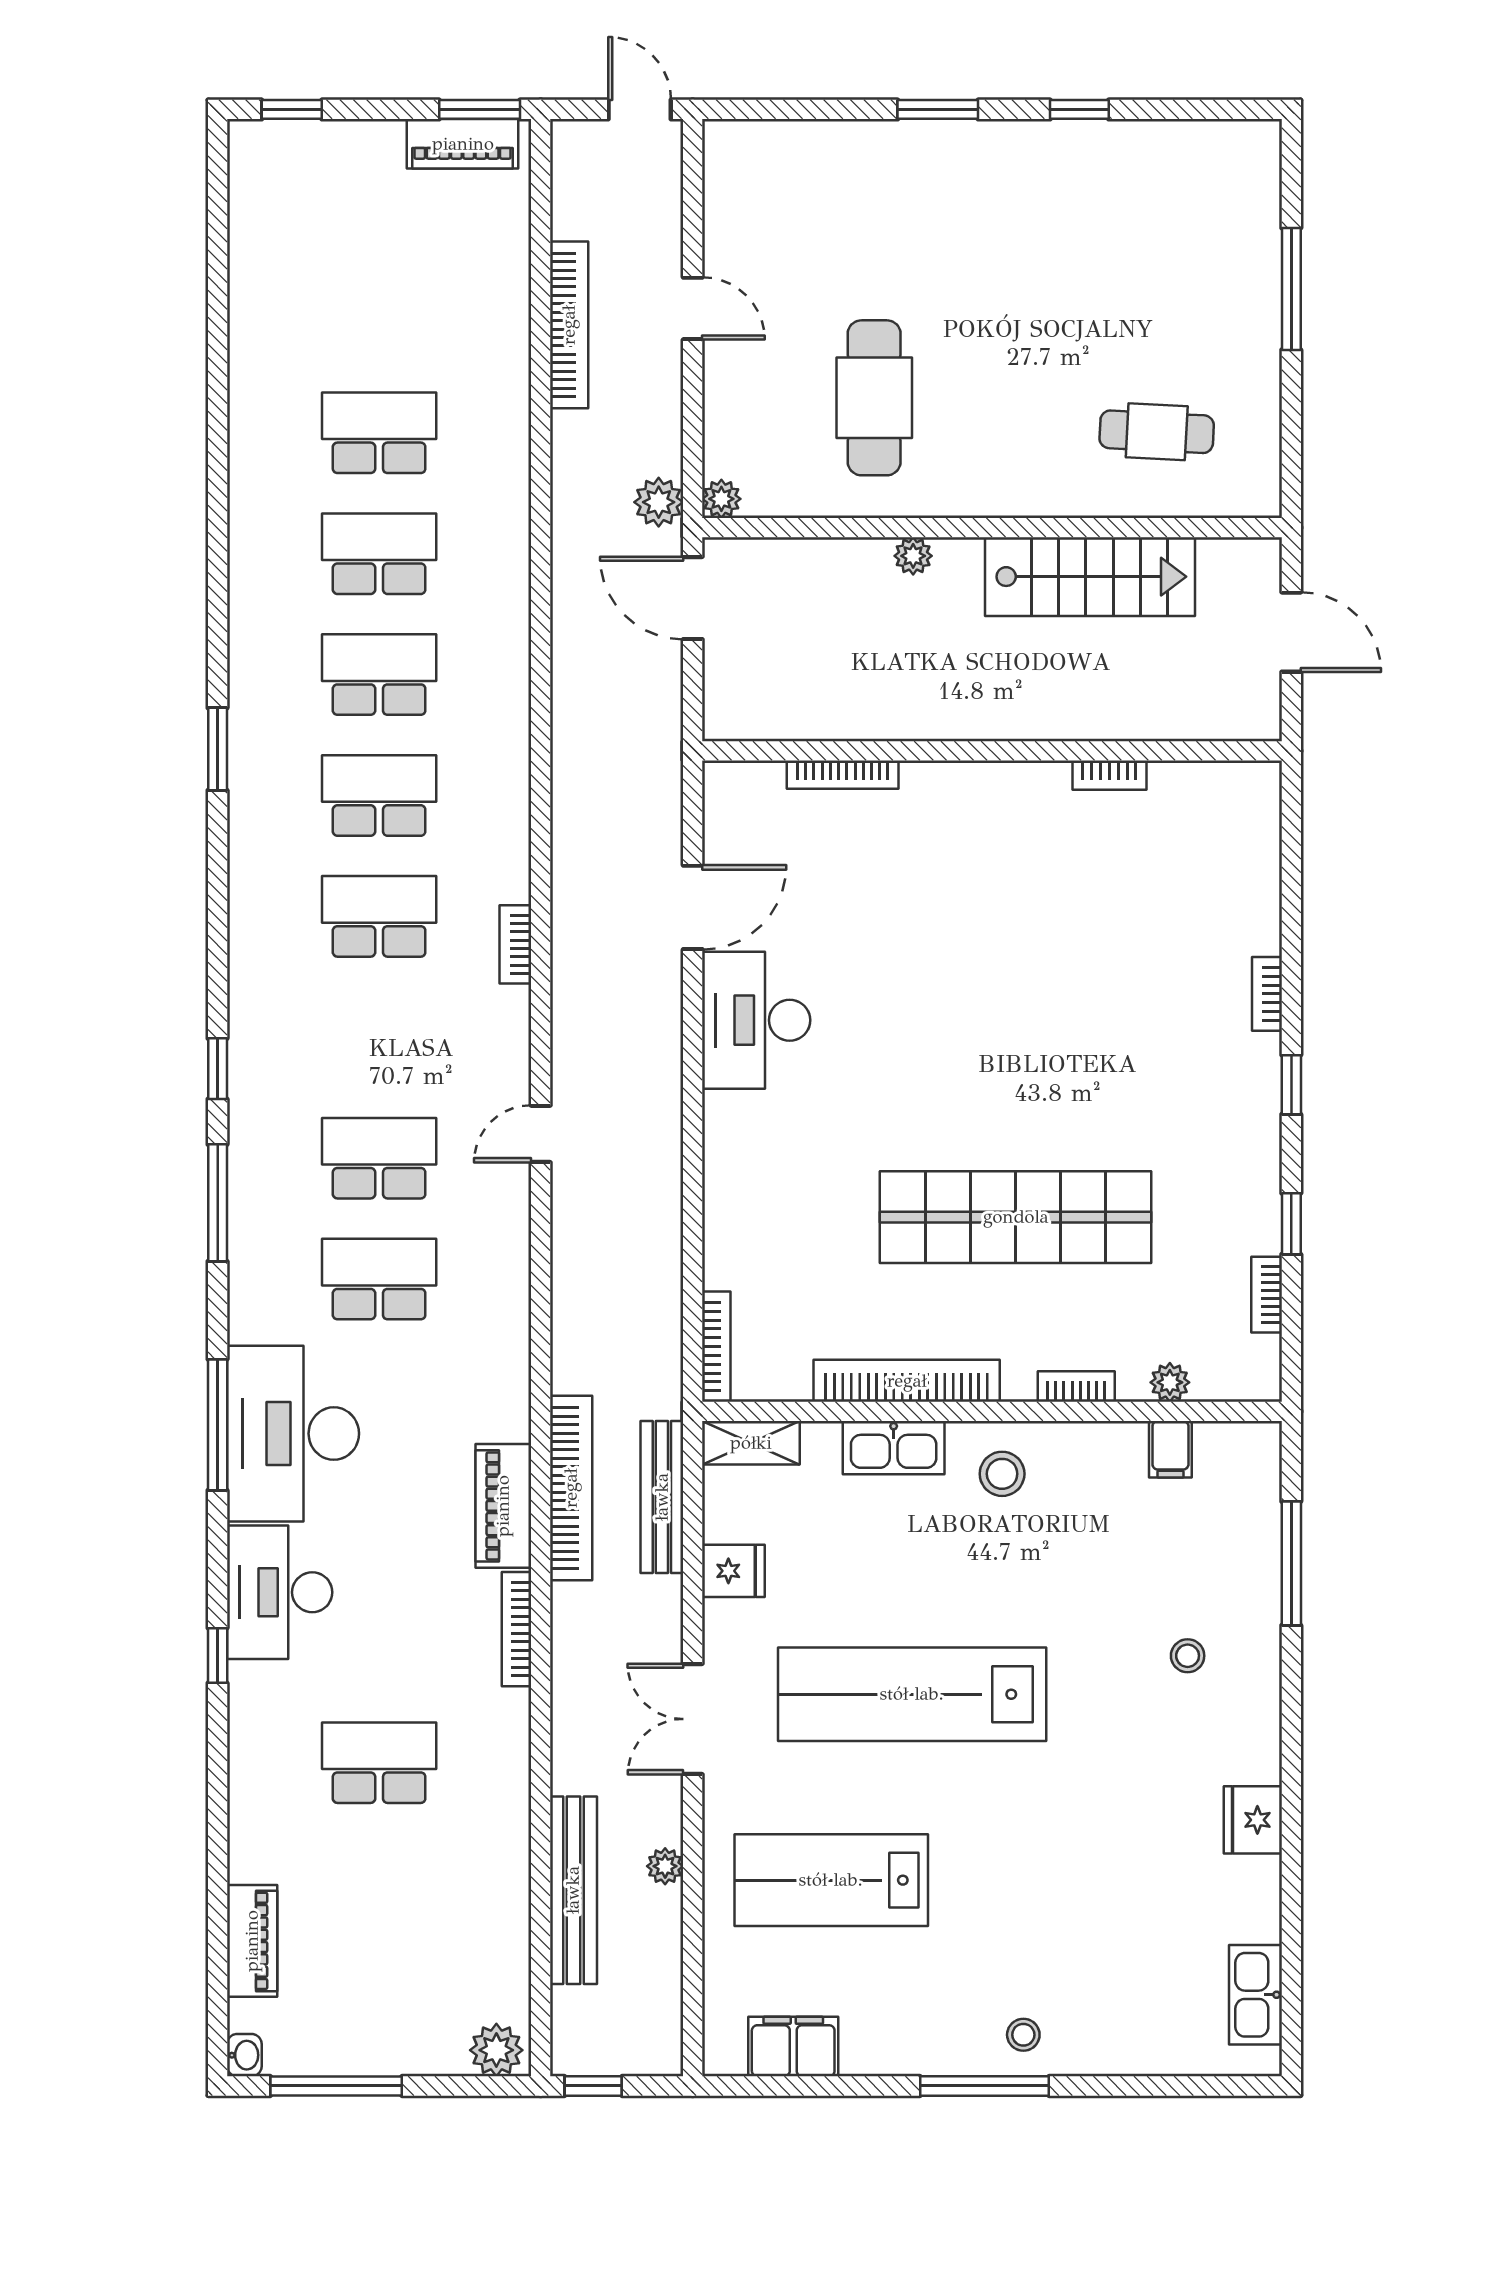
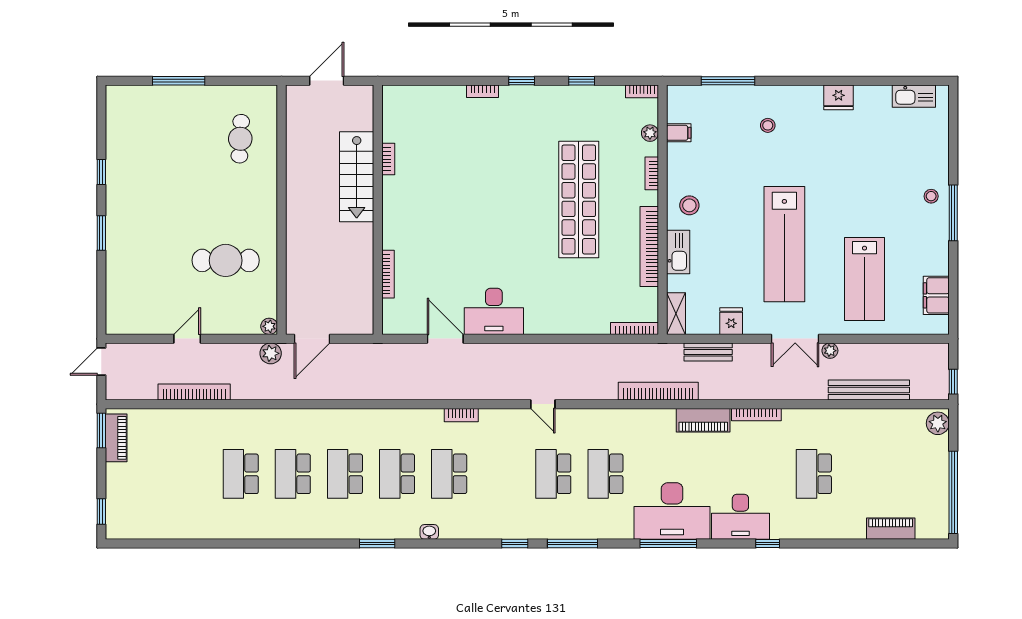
plant: (913, 556) -> (294, 244), removed
stairs: (1090, 577) -> (357, 177), moved, turned 180
bookcase: (1267, 1295) -> (642, 91), moved
bookcase: (571, 1488) -> (658, 391), moved
bench: (662, 1497) -> (708, 352), width x0.73
plant: (665, 1866) -> (830, 351), moved
washbasin: (244, 2055) -> (429, 532), moved
window: (336, 2086) -> (953, 492), width x1.46

